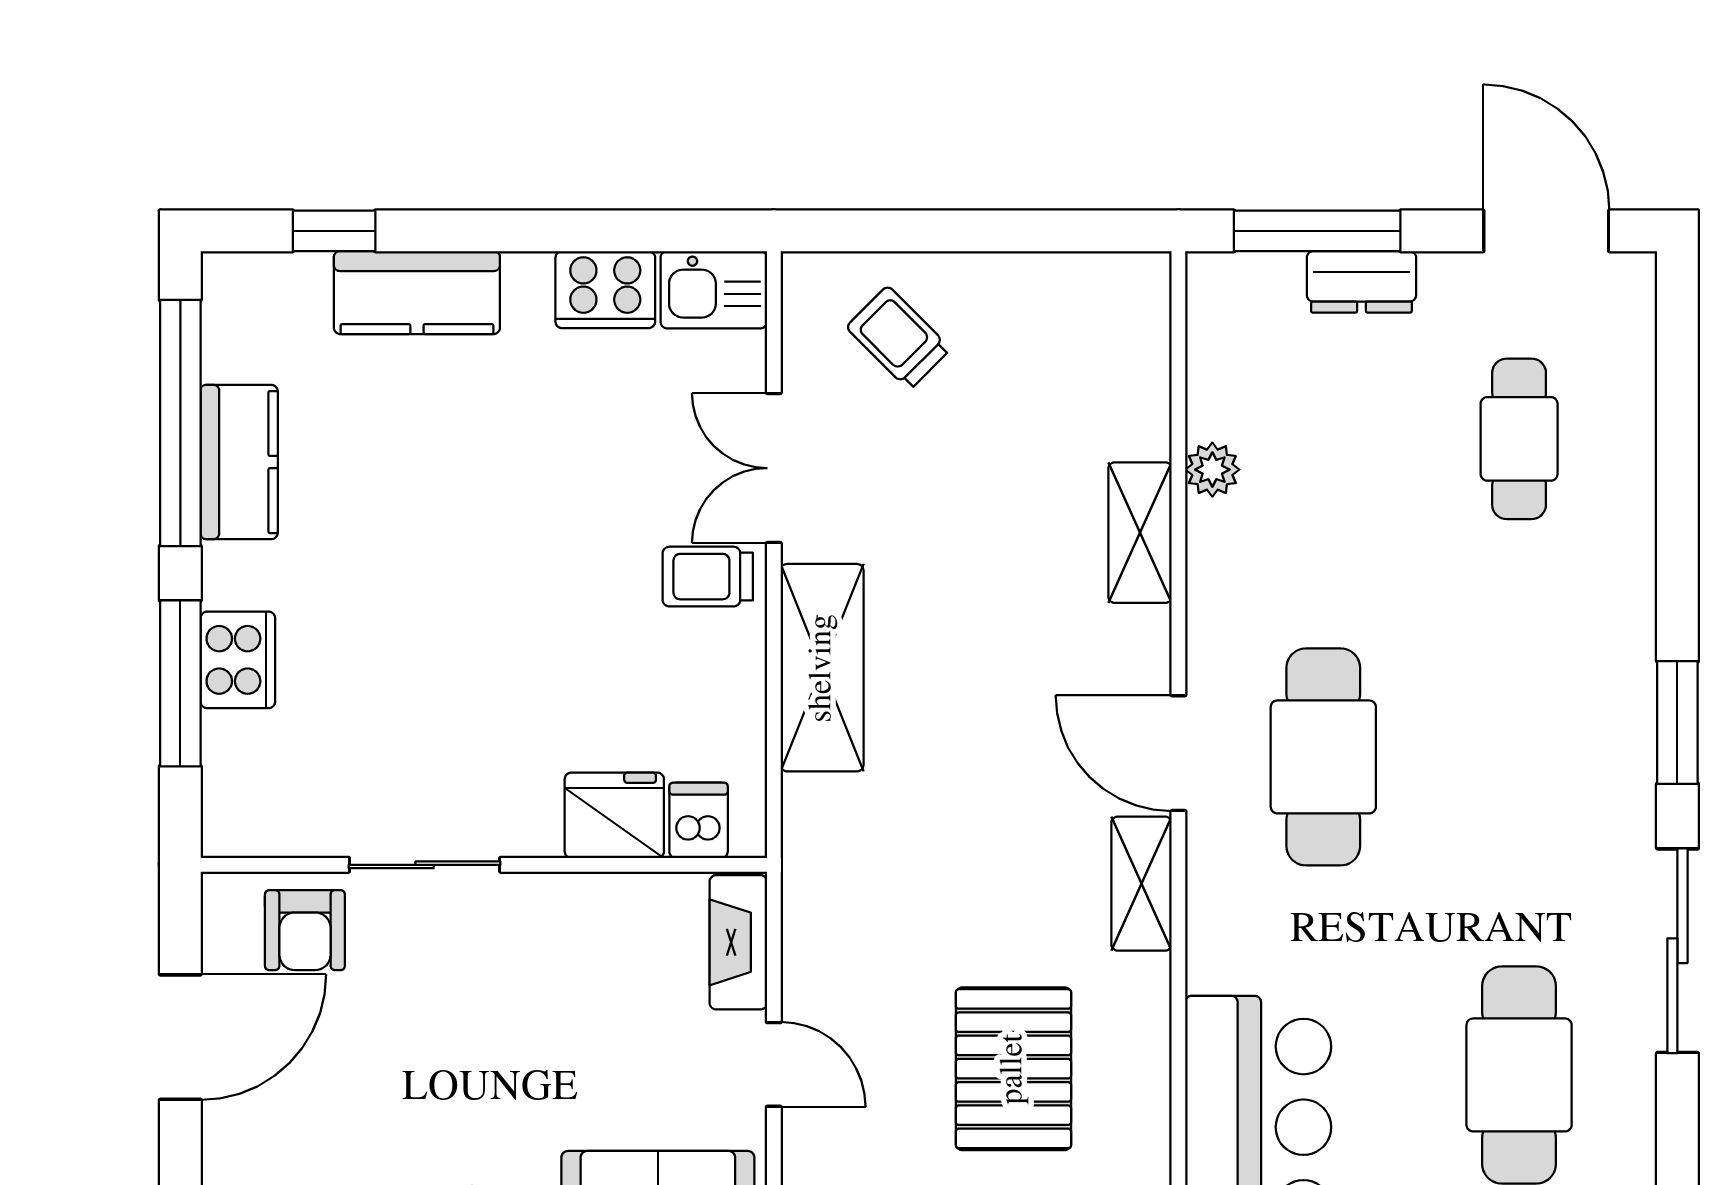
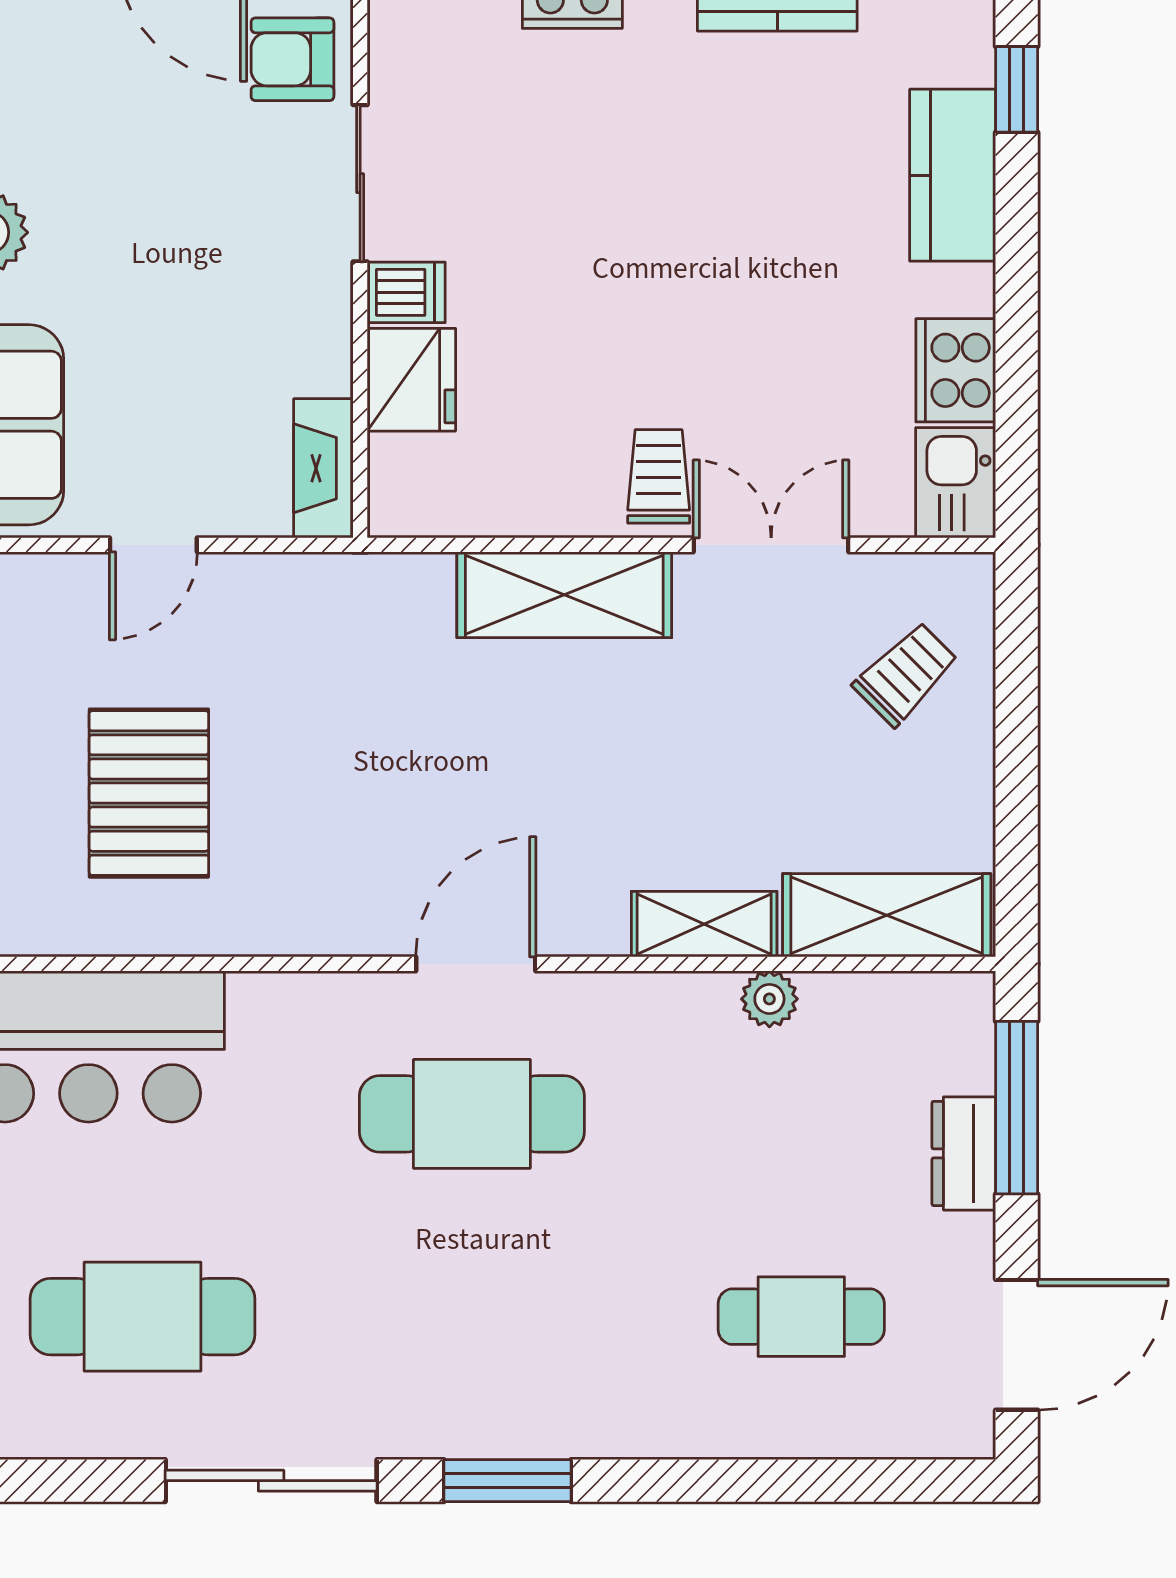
dishwasher: (699, 820) -> (406, 292), moved
shelving: (1141, 884) -> (887, 915), moved, width x1.50, depth x1.33
fireplace: (738, 942) -> (323, 468), moved, turned -90
pallet: (1013, 1069) -> (149, 793), turned 90

